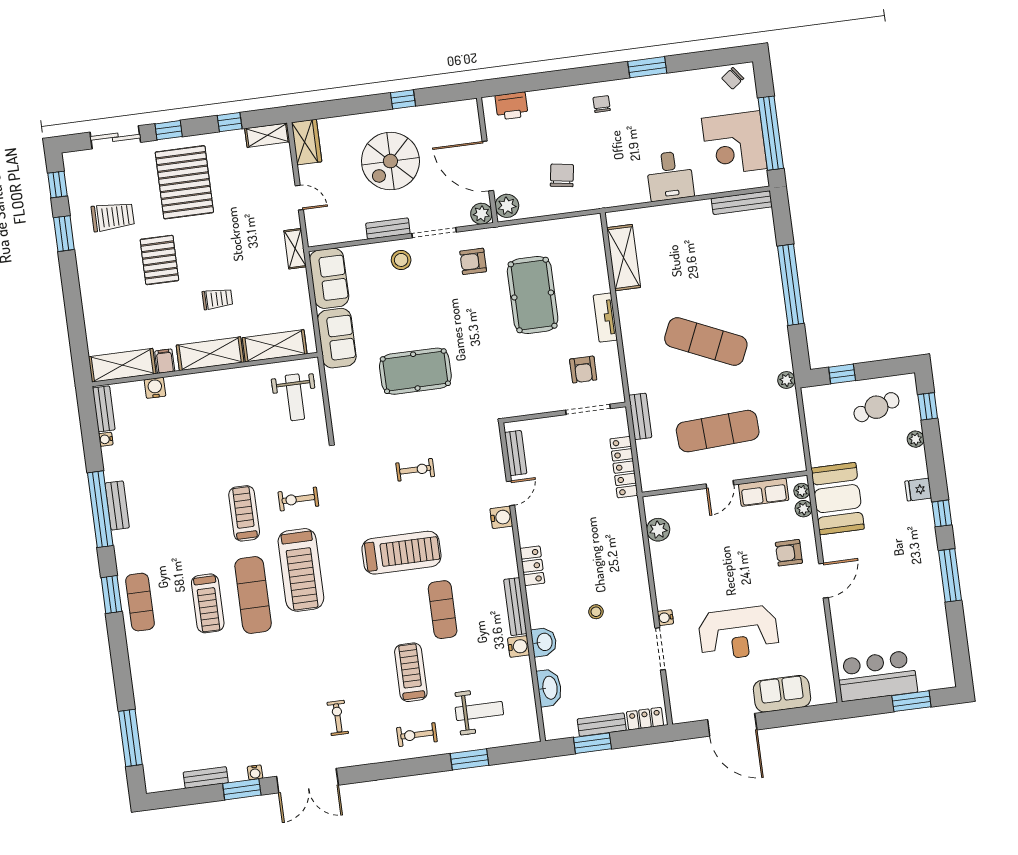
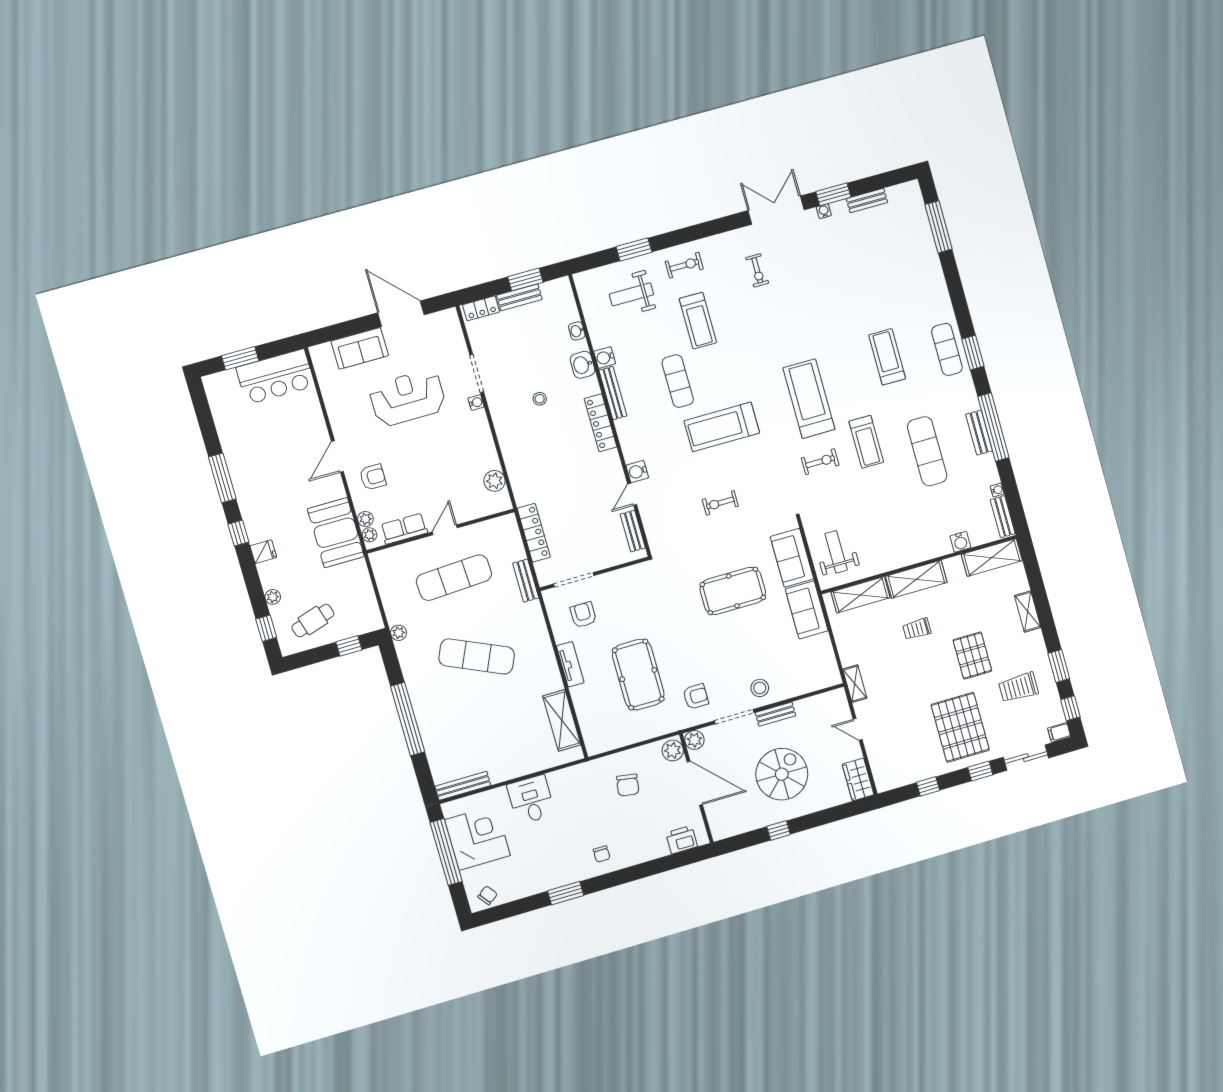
shelving: (267, 135) -> (1028, 612), moved, turned 90
sofa: (329, 278) -> (792, 558), moved
filing cabinet: (165, 361) -> (1059, 732), moved, turned 90
locker: (532, 566) -> (600, 423), width x1.53
exercise mat: (253, 595) -> (927, 451), moved
washbasin: (549, 688) -> (577, 331), width x0.52, depth x0.69

